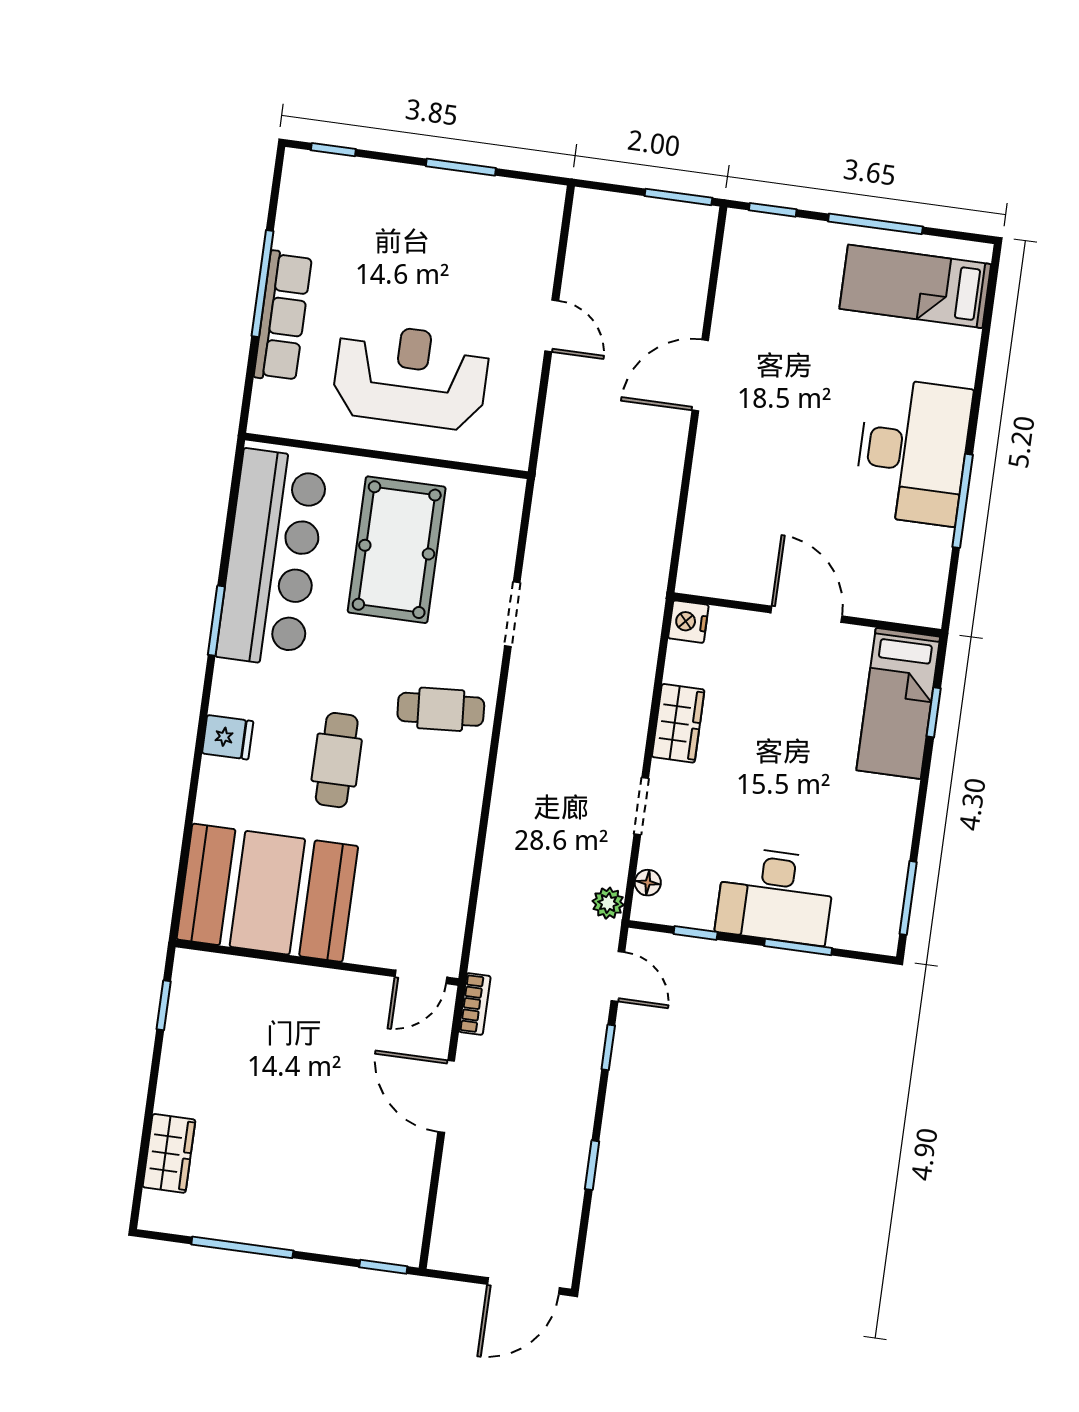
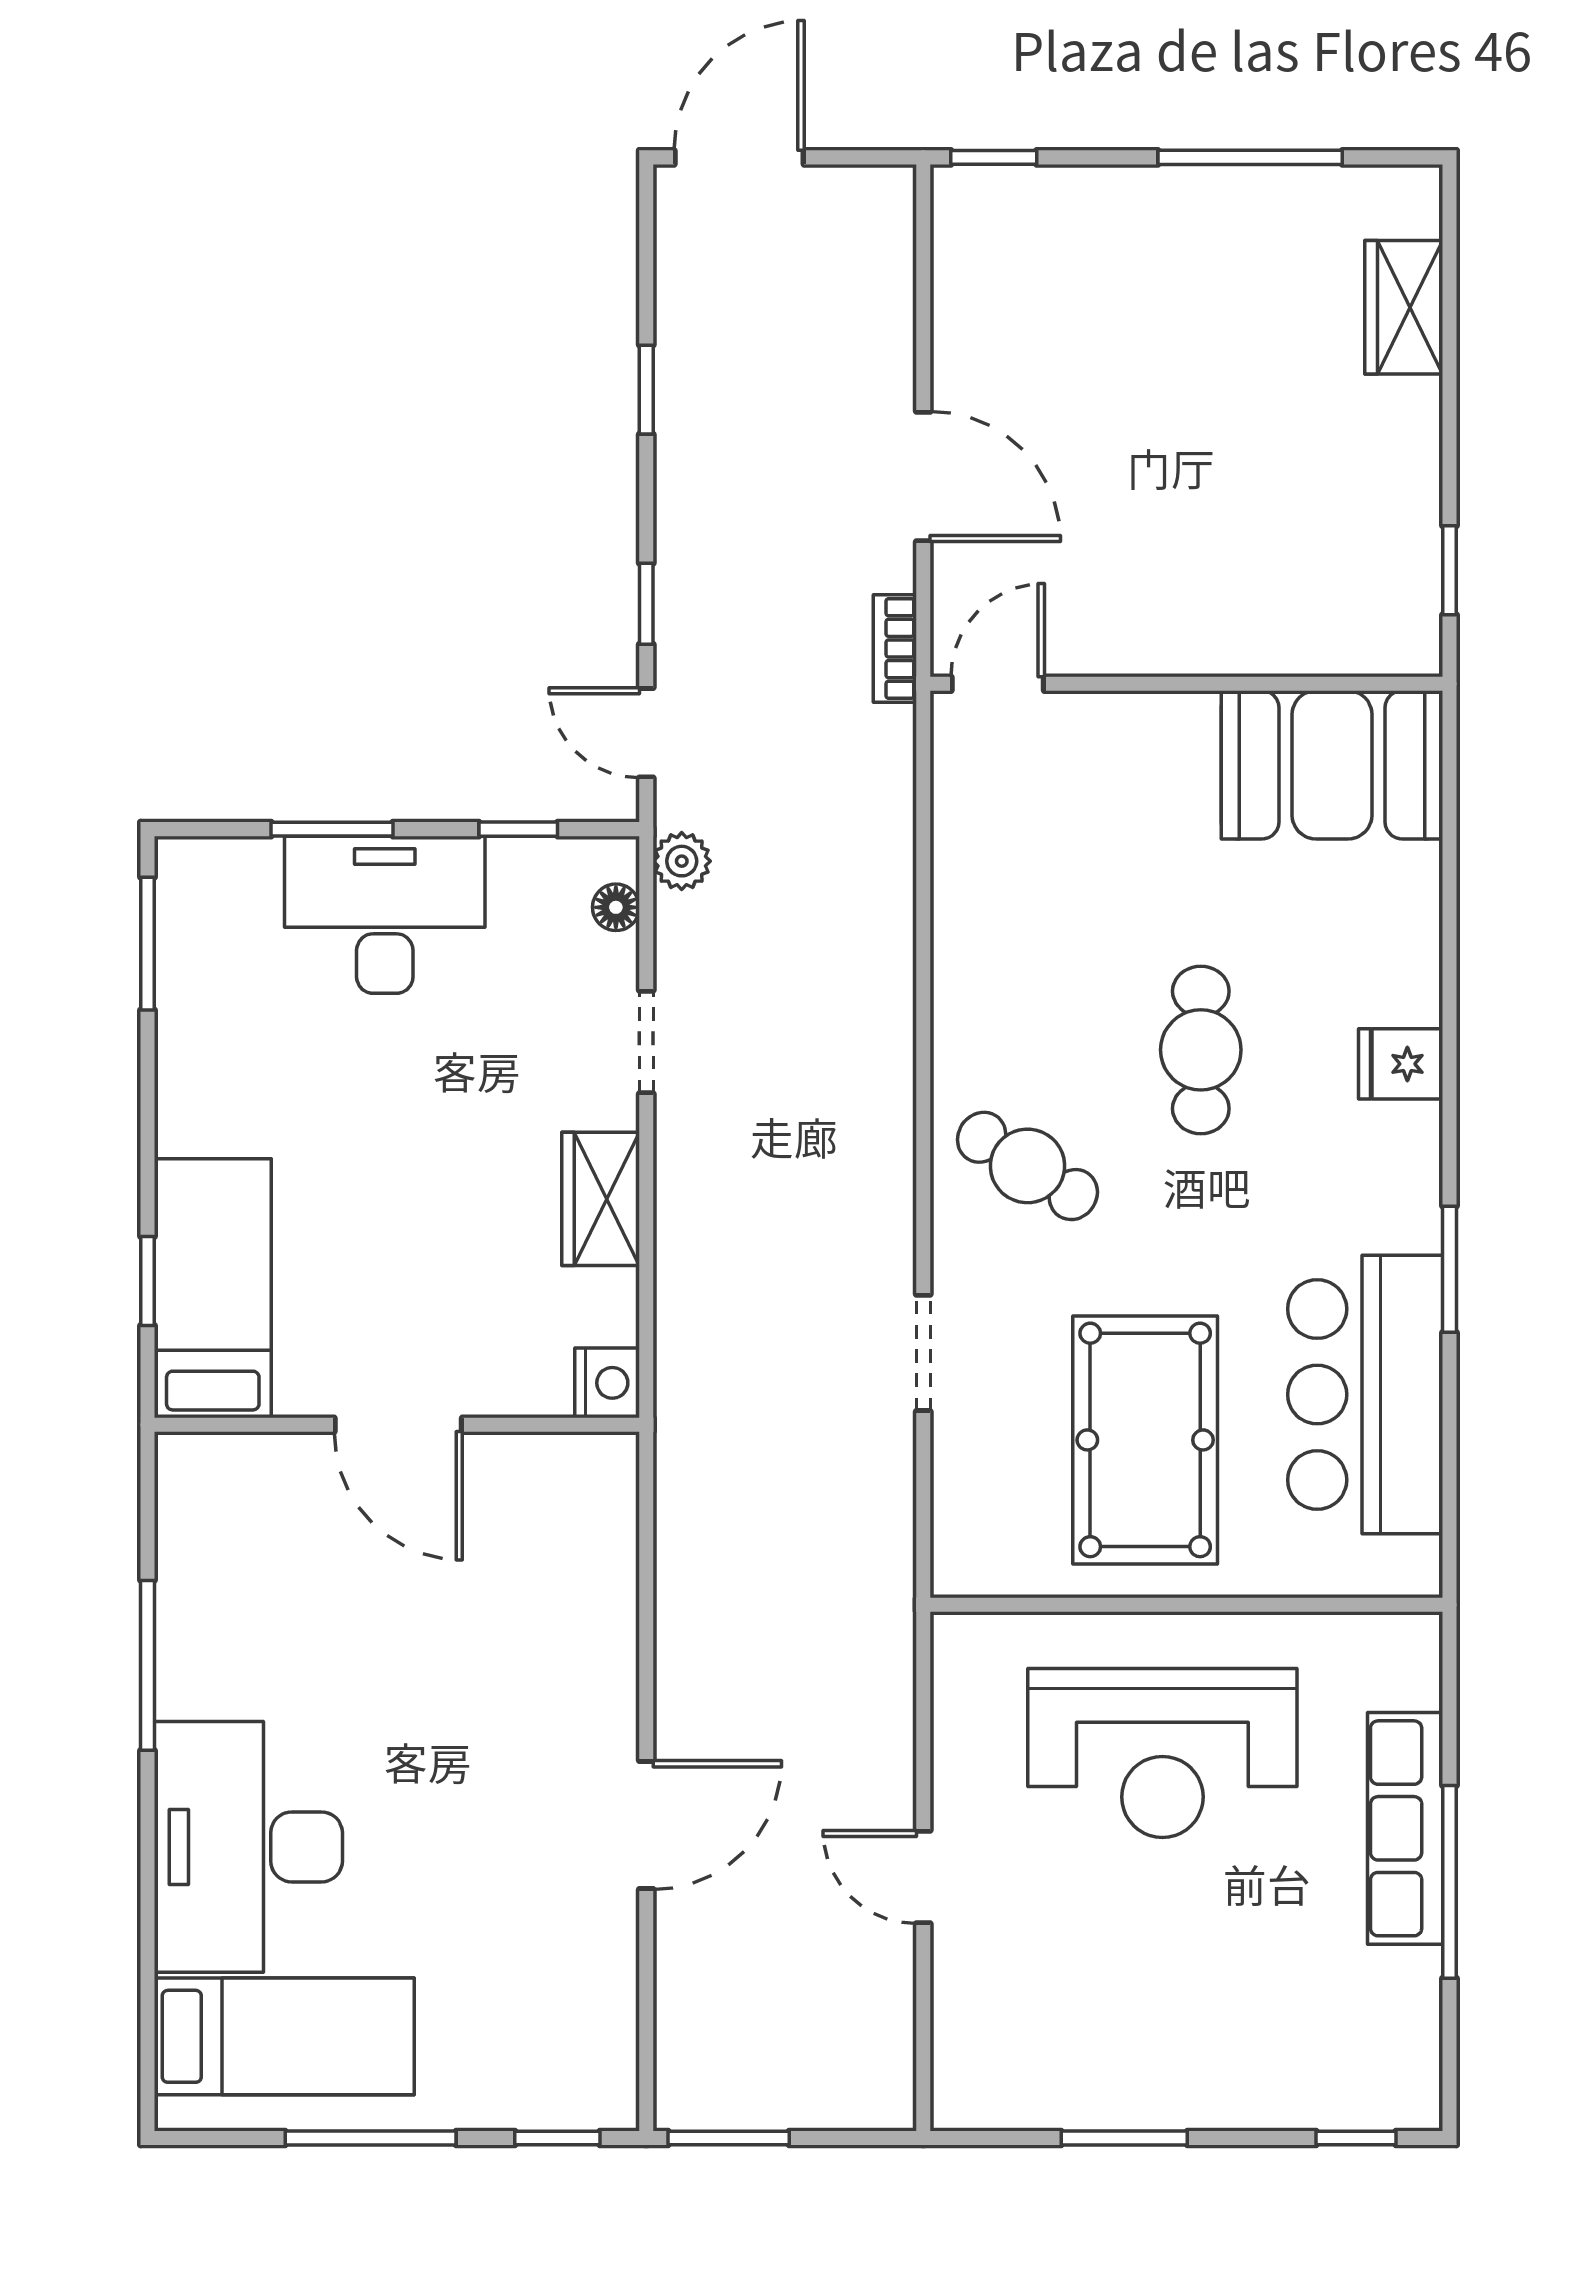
desk: (913, 451) -> (248, 1847), moved
bar counter: (272, 558) -> (1365, 1395), width x0.73
cafe table: (441, 709) -> (1027, 1166), turned 36
booth: (267, 893) -> (1332, 765), width x0.73, depth x0.70

